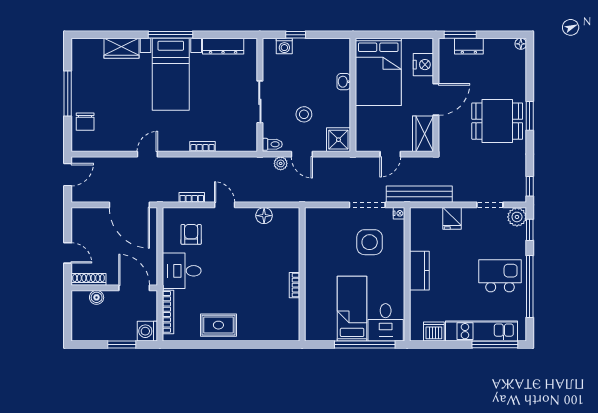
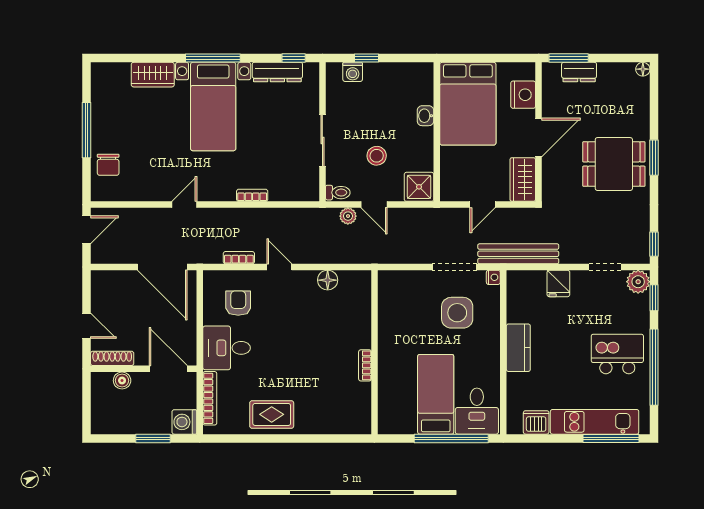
window: (236, 35) -> (294, 58), added

